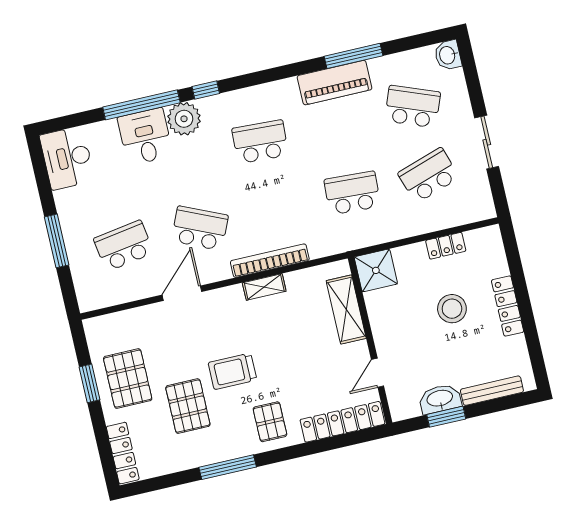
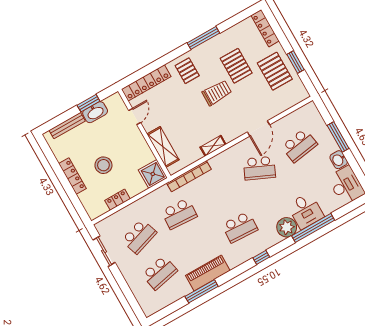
washbasin: (448, 55) -> (339, 160), moved, turned 180
window: (206, 90) -> (261, 257), moved
school desk: (413, 107) -> (160, 273), turned -33
sliding door: (487, 142) -> (104, 251), moved
bookcase: (270, 261) -> (189, 176), moved

